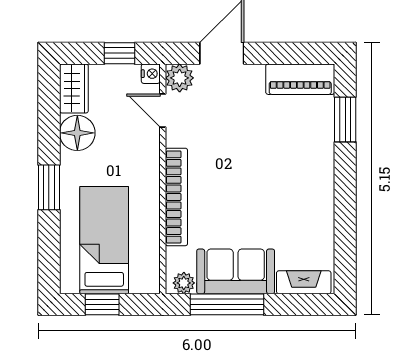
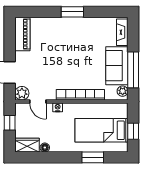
nightstand: (151, 74) -> (58, 107), moved
door: (163, 111) -> (38, 102), hinge flipped
window: (345, 120) -> (72, 12), moved
floor lamp: (77, 133) -> (45, 148), width x0.53, depth x0.53
window: (49, 187) -> (93, 157), moved

